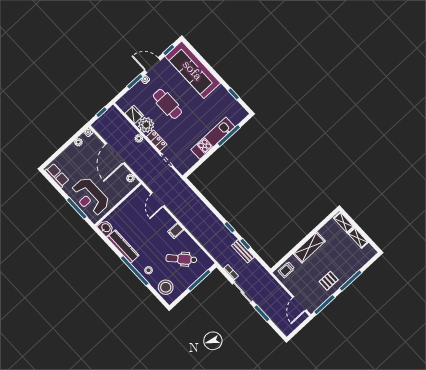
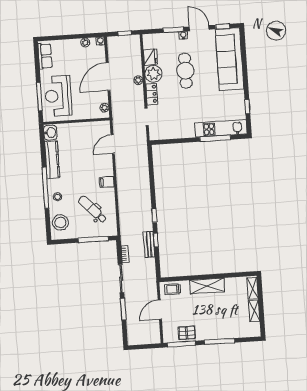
kitchen unit: (213, 138) -> (221, 128), moved
pallet: (329, 281) -> (187, 333), moved
door: (299, 304) -> (160, 310), moved

